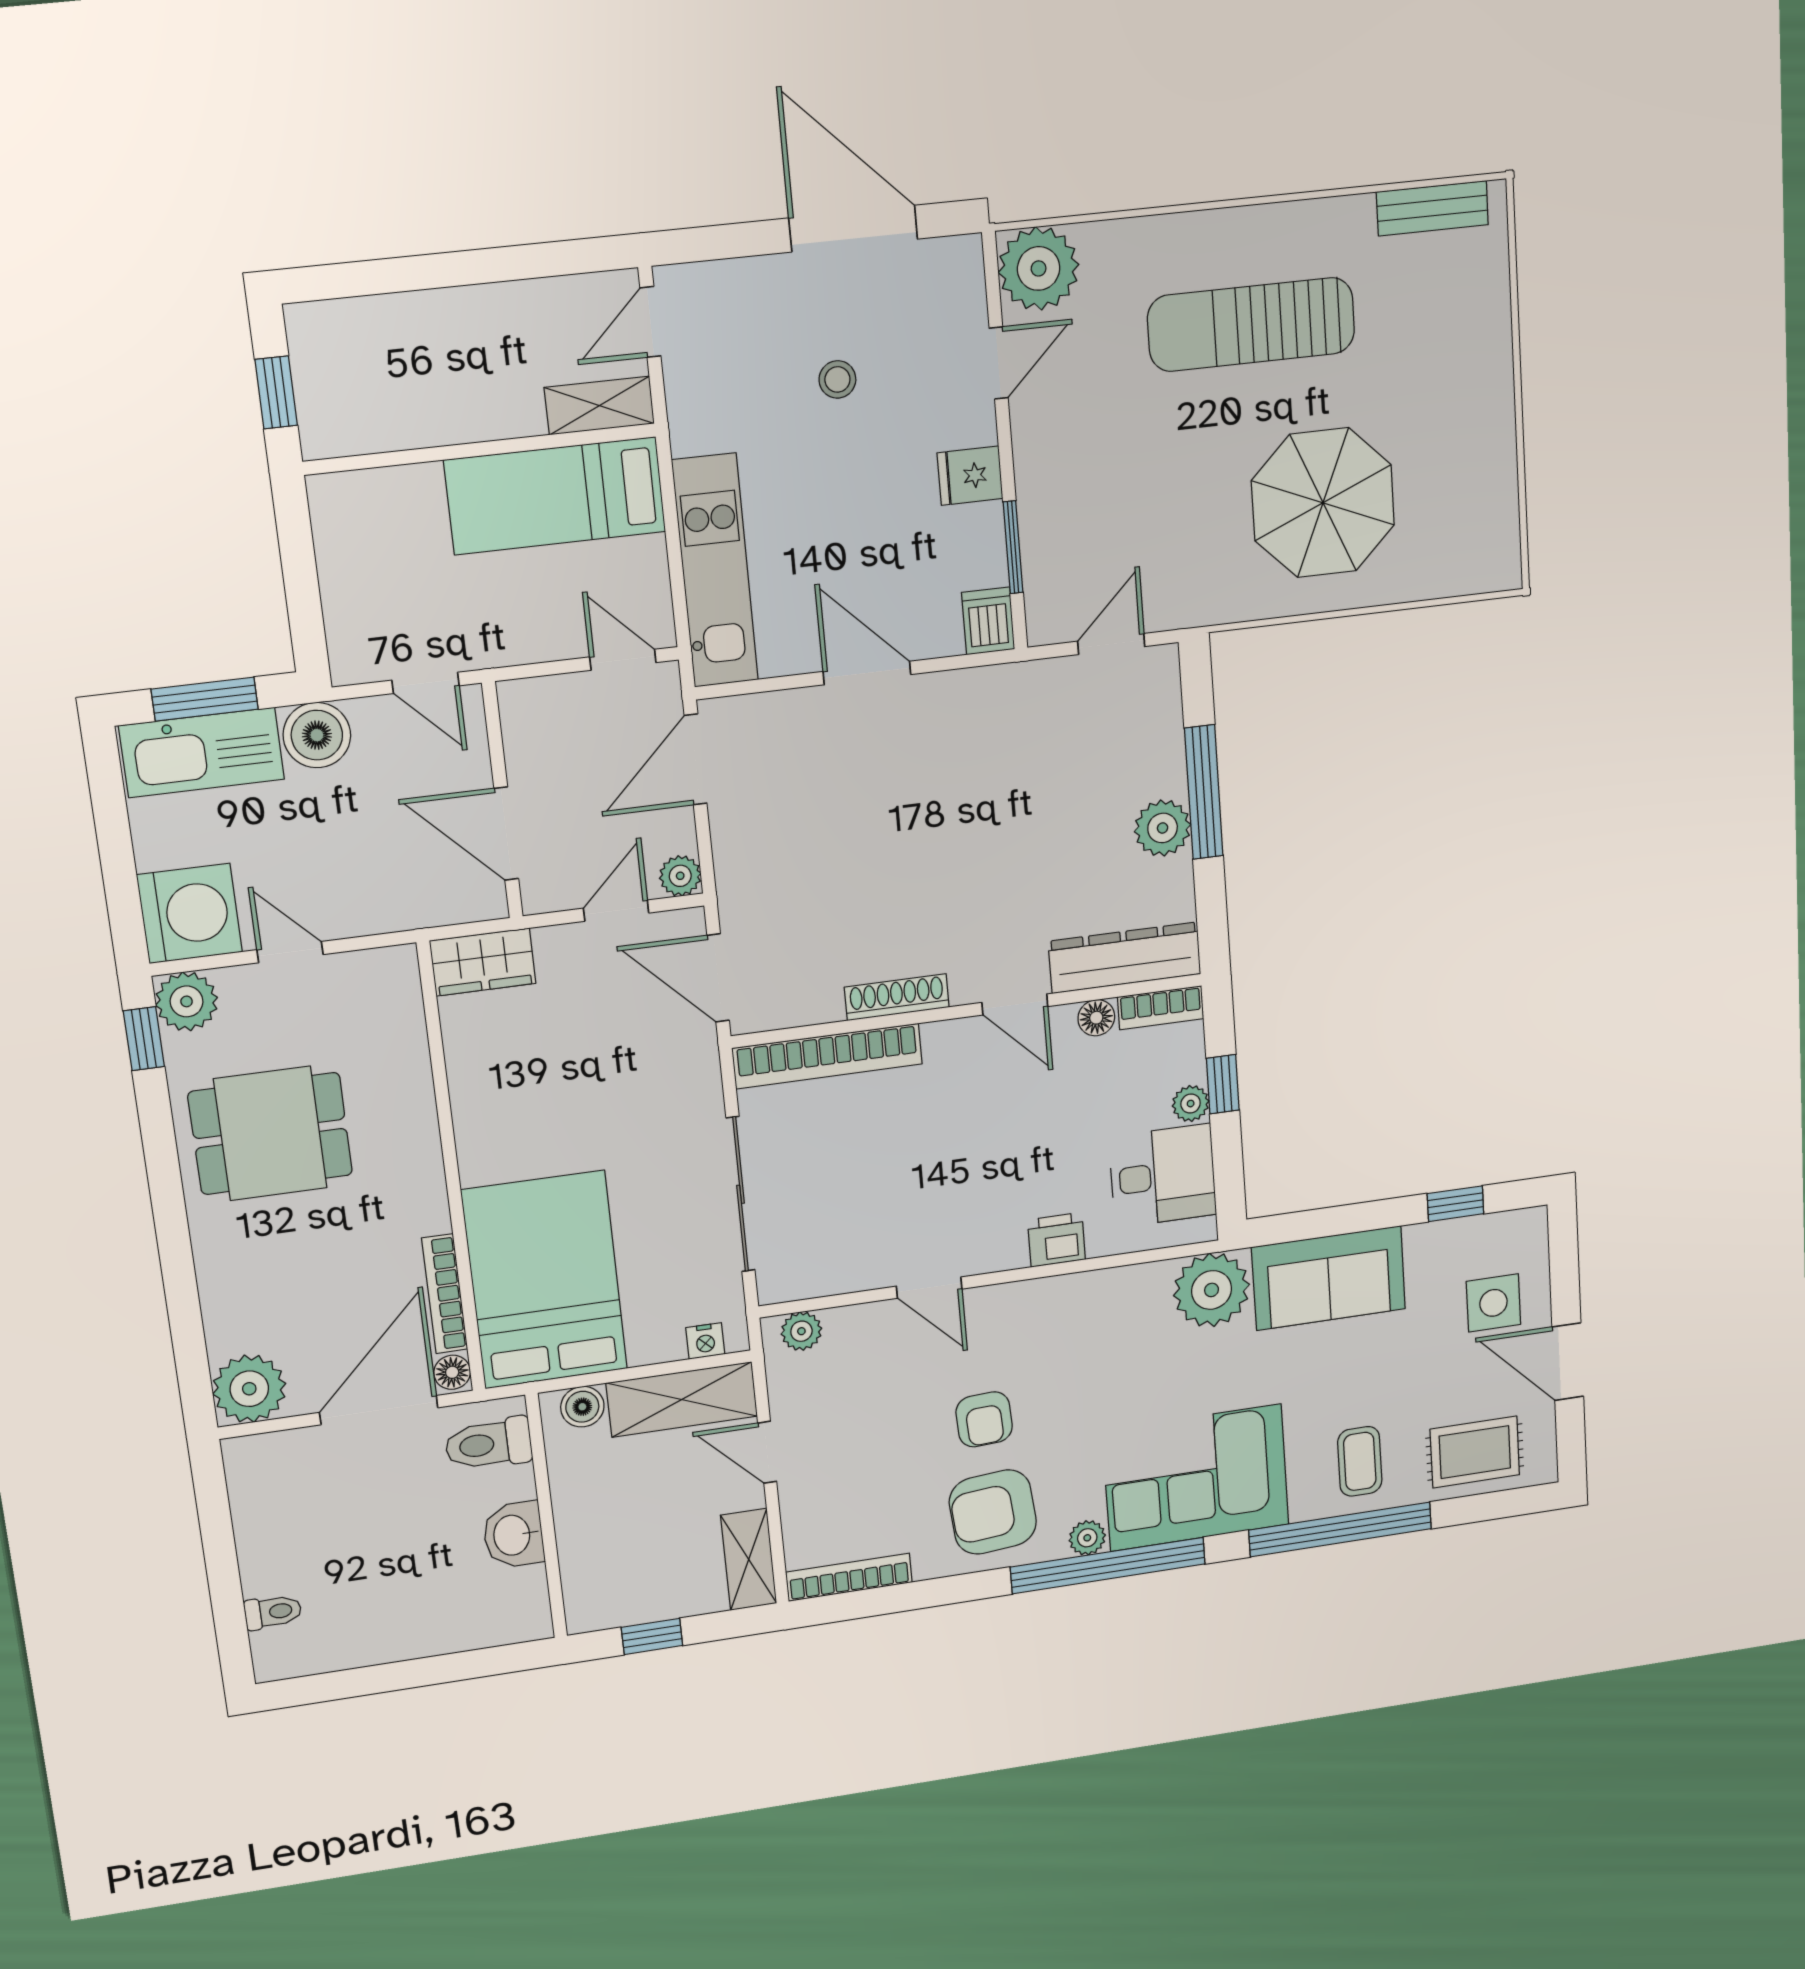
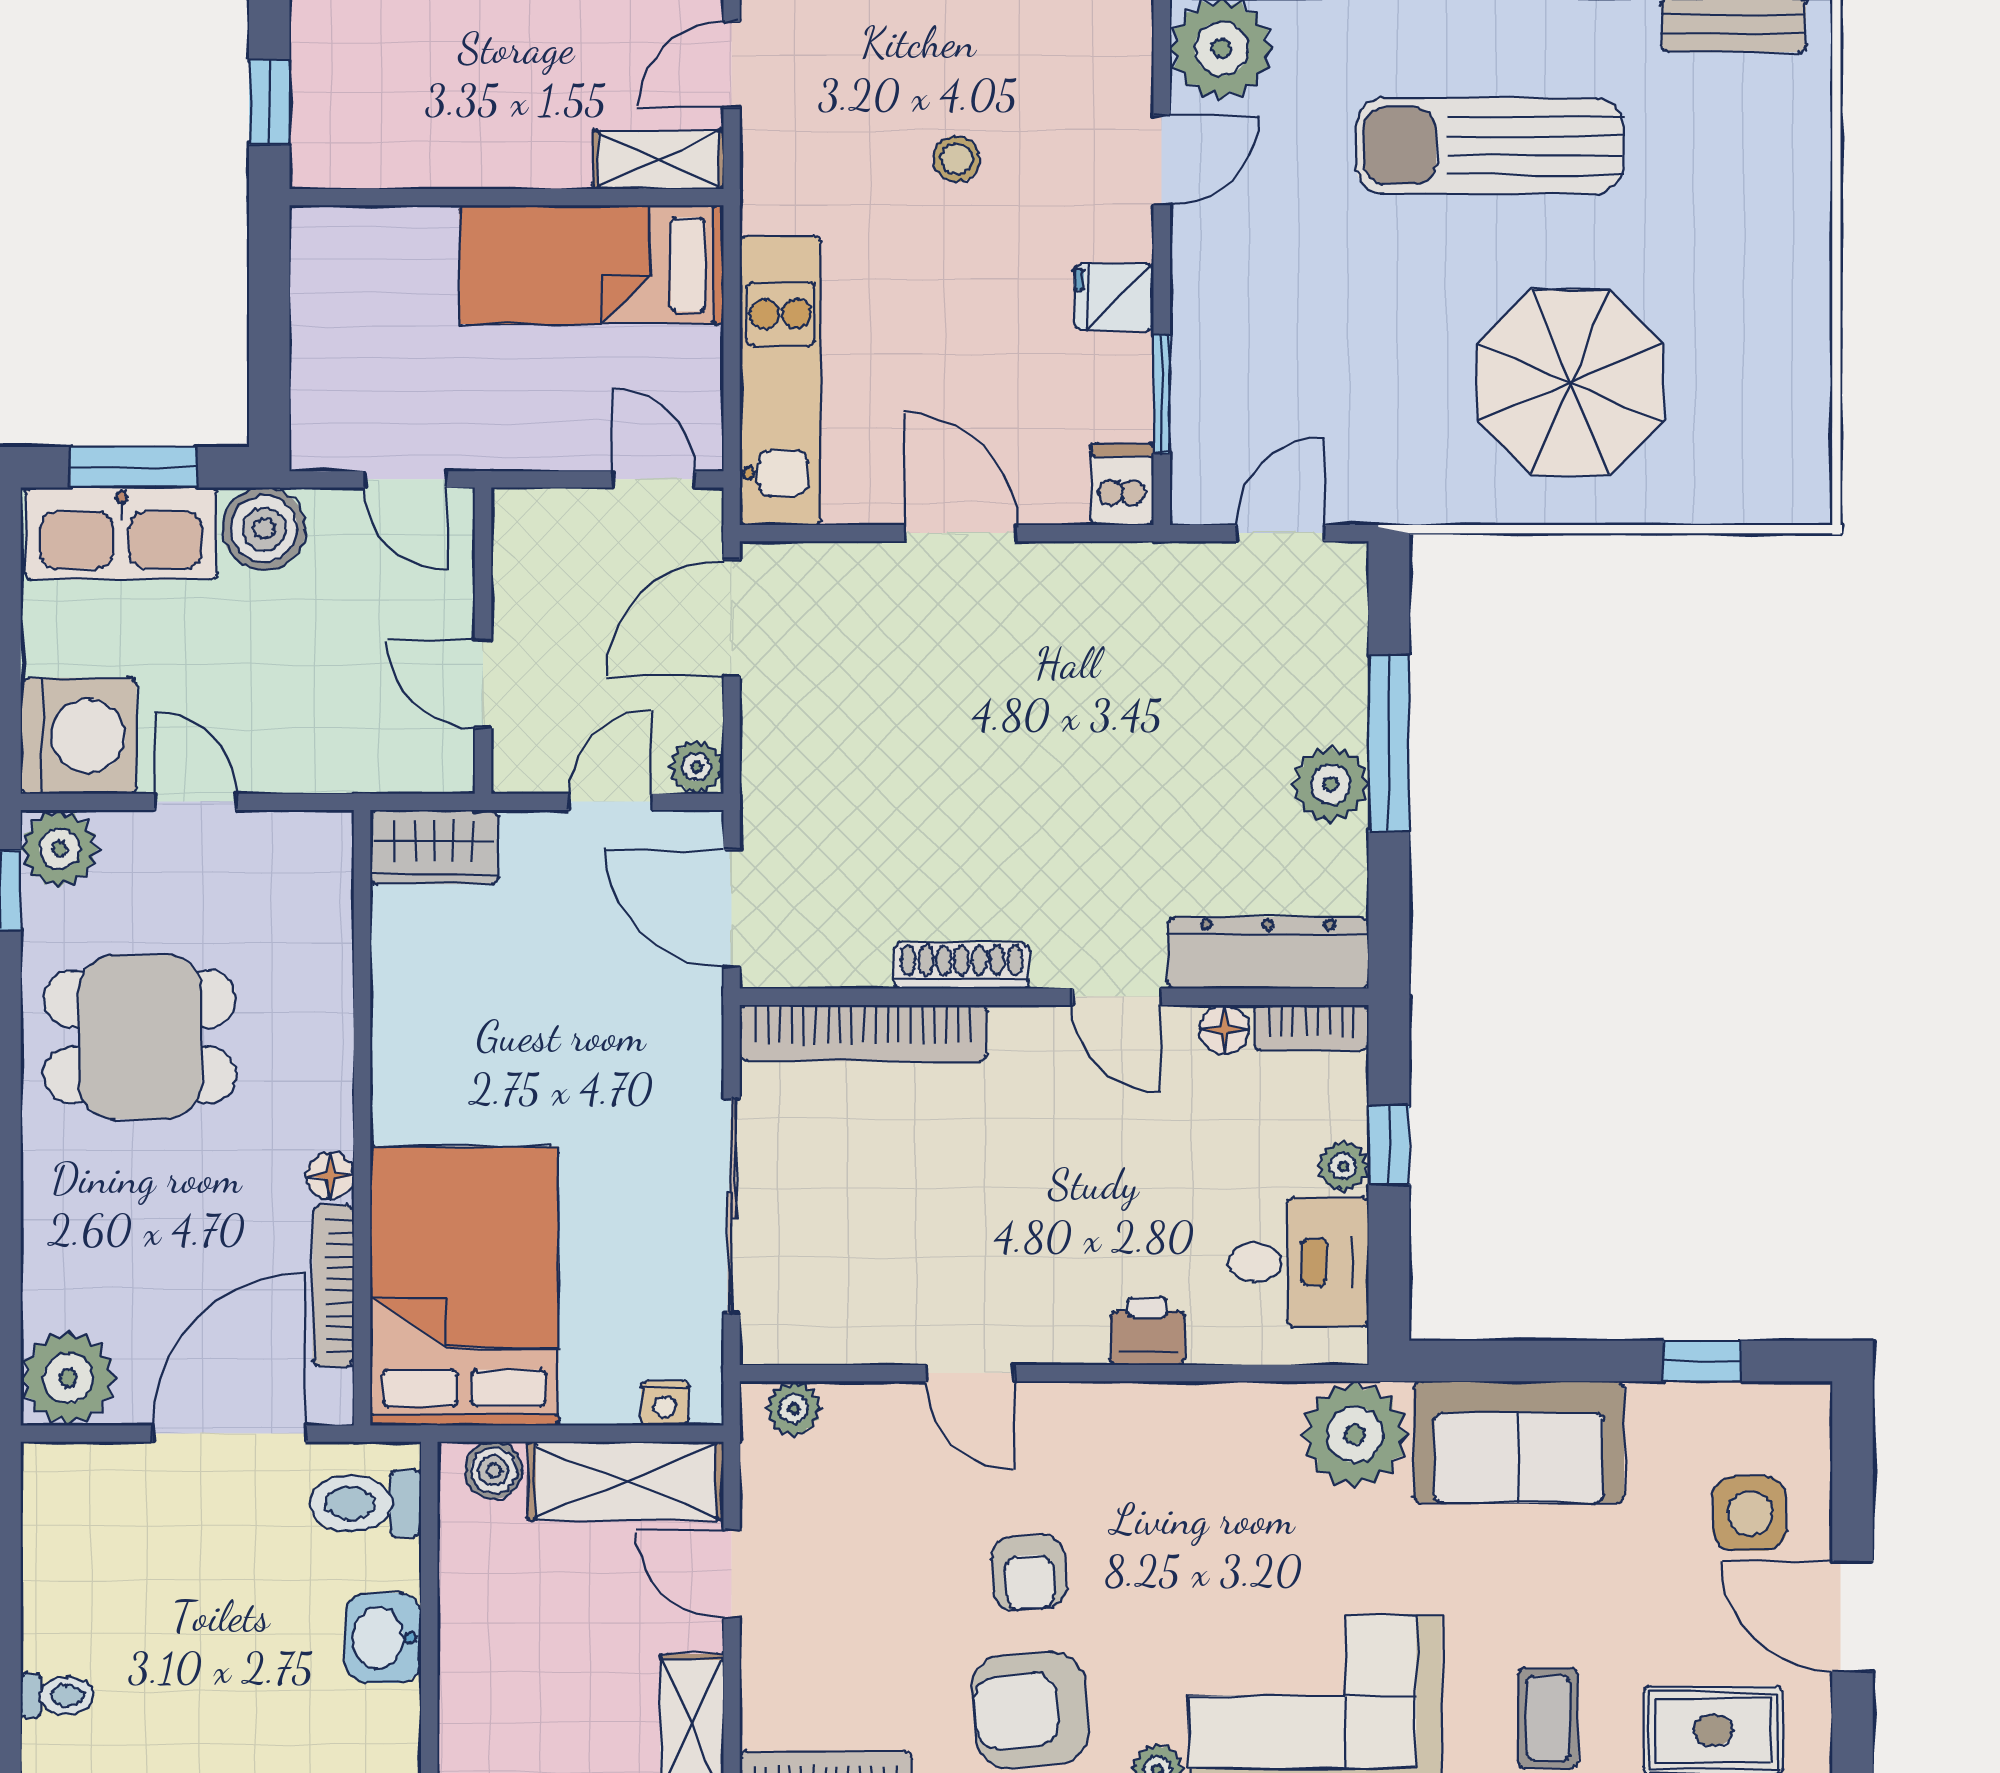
door: (506, 834) -> (483, 684), width x0.73
floor lamp: (452, 1372) -> (330, 1176), moved

